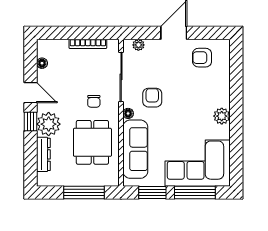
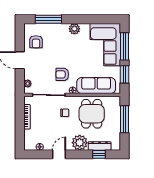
window: (236, 76) -> (48, 19), added
window: (30, 122) -> (99, 154), moved
dining table: (92, 142) -> (92, 114), turned 90

